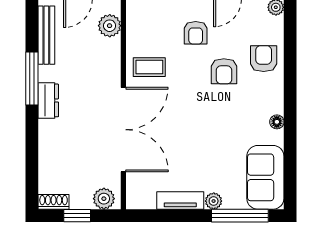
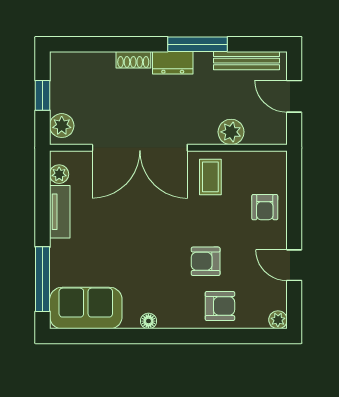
plant: (110, 26) -> (231, 132), moved
armchair: (196, 33) -> (265, 207), moved, turned -90
plant: (214, 201) -> (59, 174), moved
shoe rack: (54, 202) -> (133, 60), moved, turned 90

